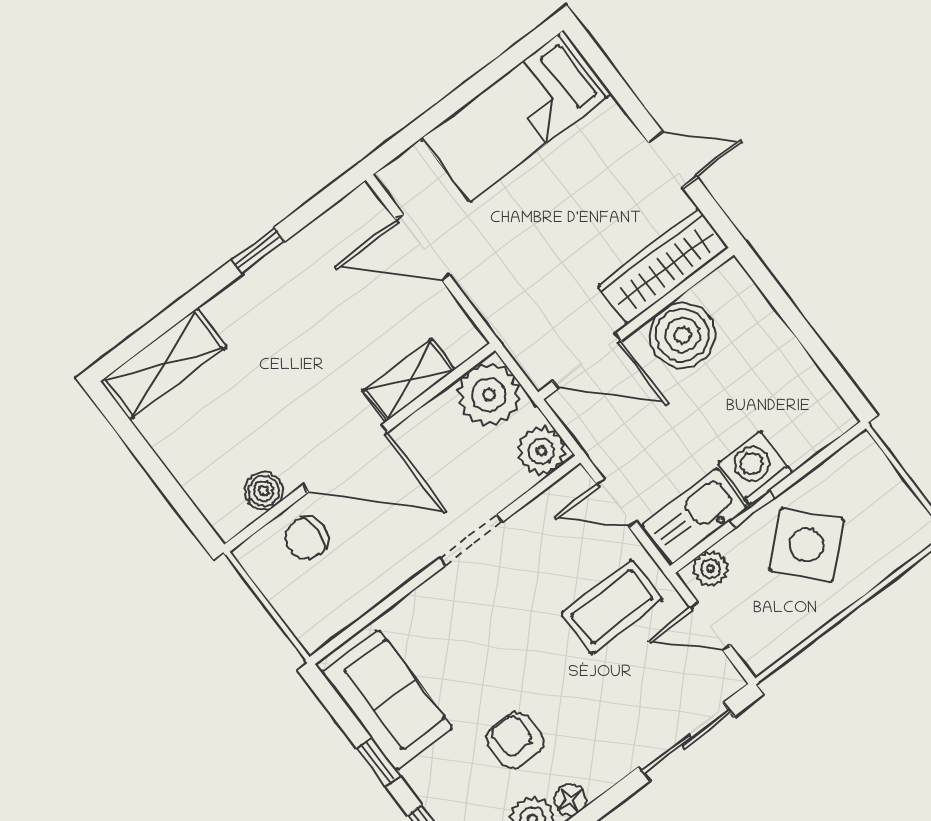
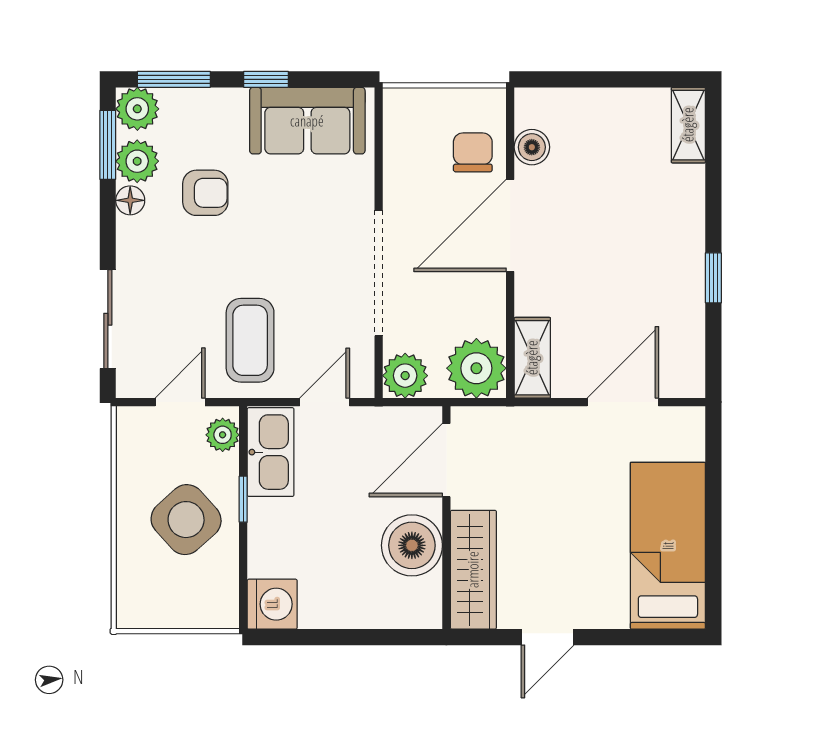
shelving: (163, 364) -> (688, 125), width x0.67, depth x0.75
shelving: (409, 380) -> (532, 358), moved
washing machine: (755, 468) -> (272, 604), moved
doorway: (471, 540) -> (379, 273), width x1.87

